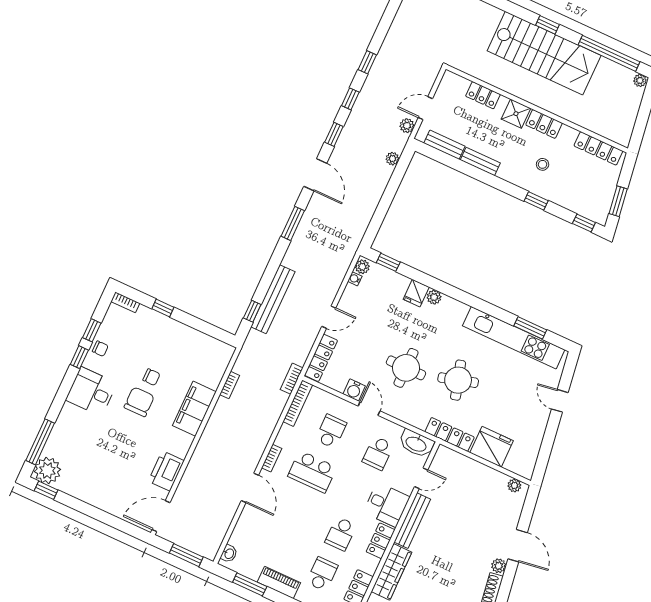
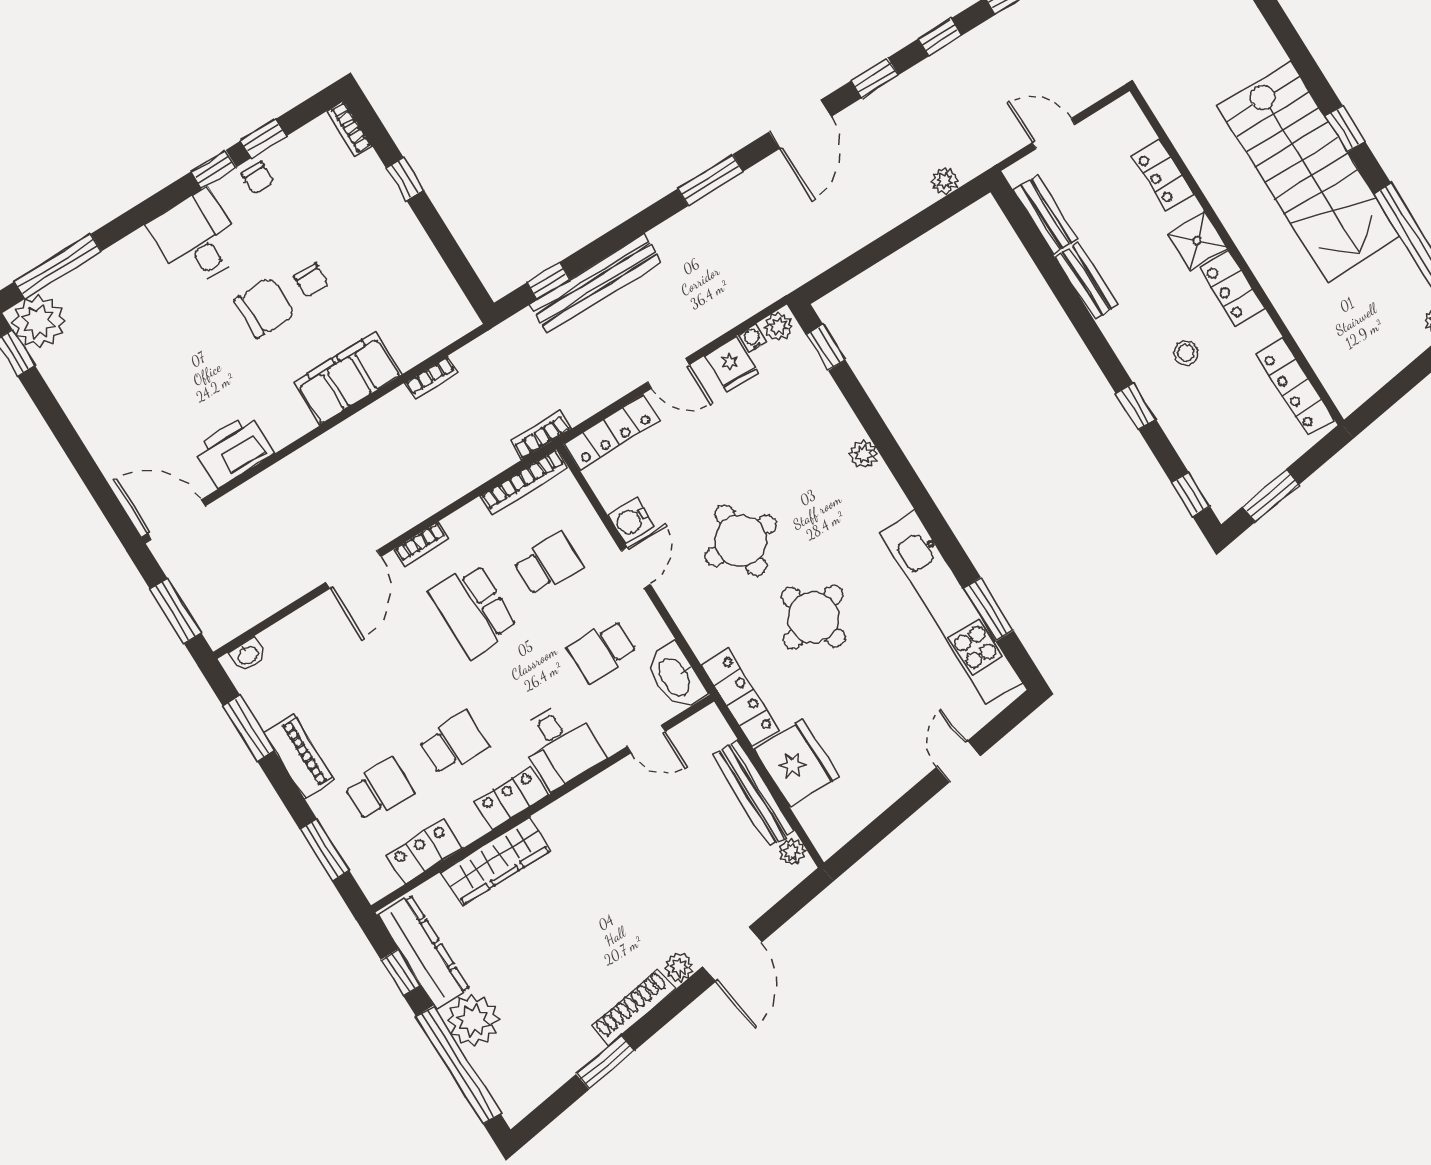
plant: (407, 126) -> (1004, 143), removed
fridge: (416, 293) -> (732, 365), moved, turned -90
bench: (412, 521) -> (753, 793), moved, turned 90
school desk: (341, 534) -> (454, 743), turned 180

